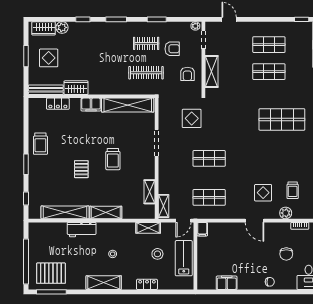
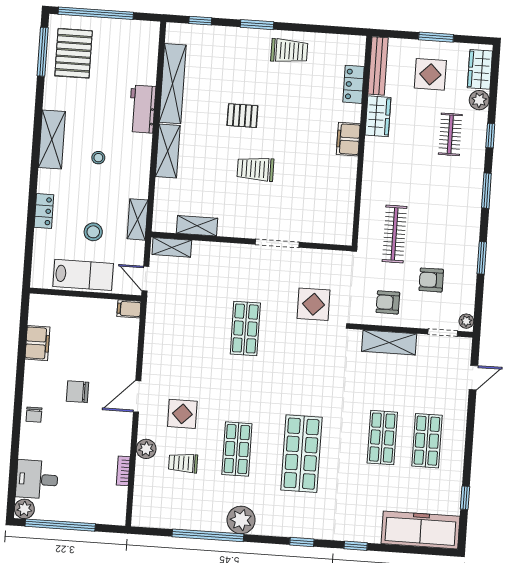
clothes rail: (146, 43) -> (450, 134), moved
armchair: (172, 49) -> (431, 280), turned 90
shelving: (128, 105) -> (343, 200), removed
trolley: (40, 144) -> (289, 51), turned 180
shop shelf: (209, 197) -> (237, 449), moved
chair: (286, 254) -> (77, 392), moved

